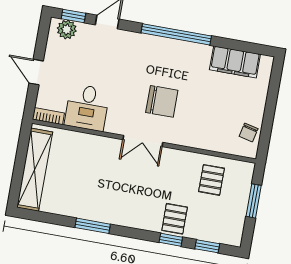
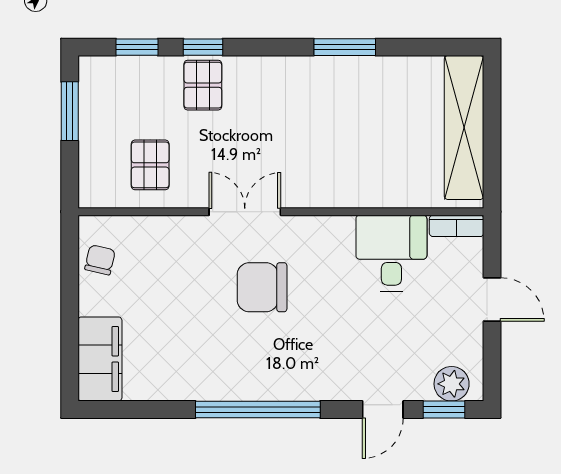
filing cabinet: (235, 62) -> (100, 359), moved, turned 90
double door: (143, 141) -> (245, 212), moved
window: (254, 201) -> (70, 111), moved

